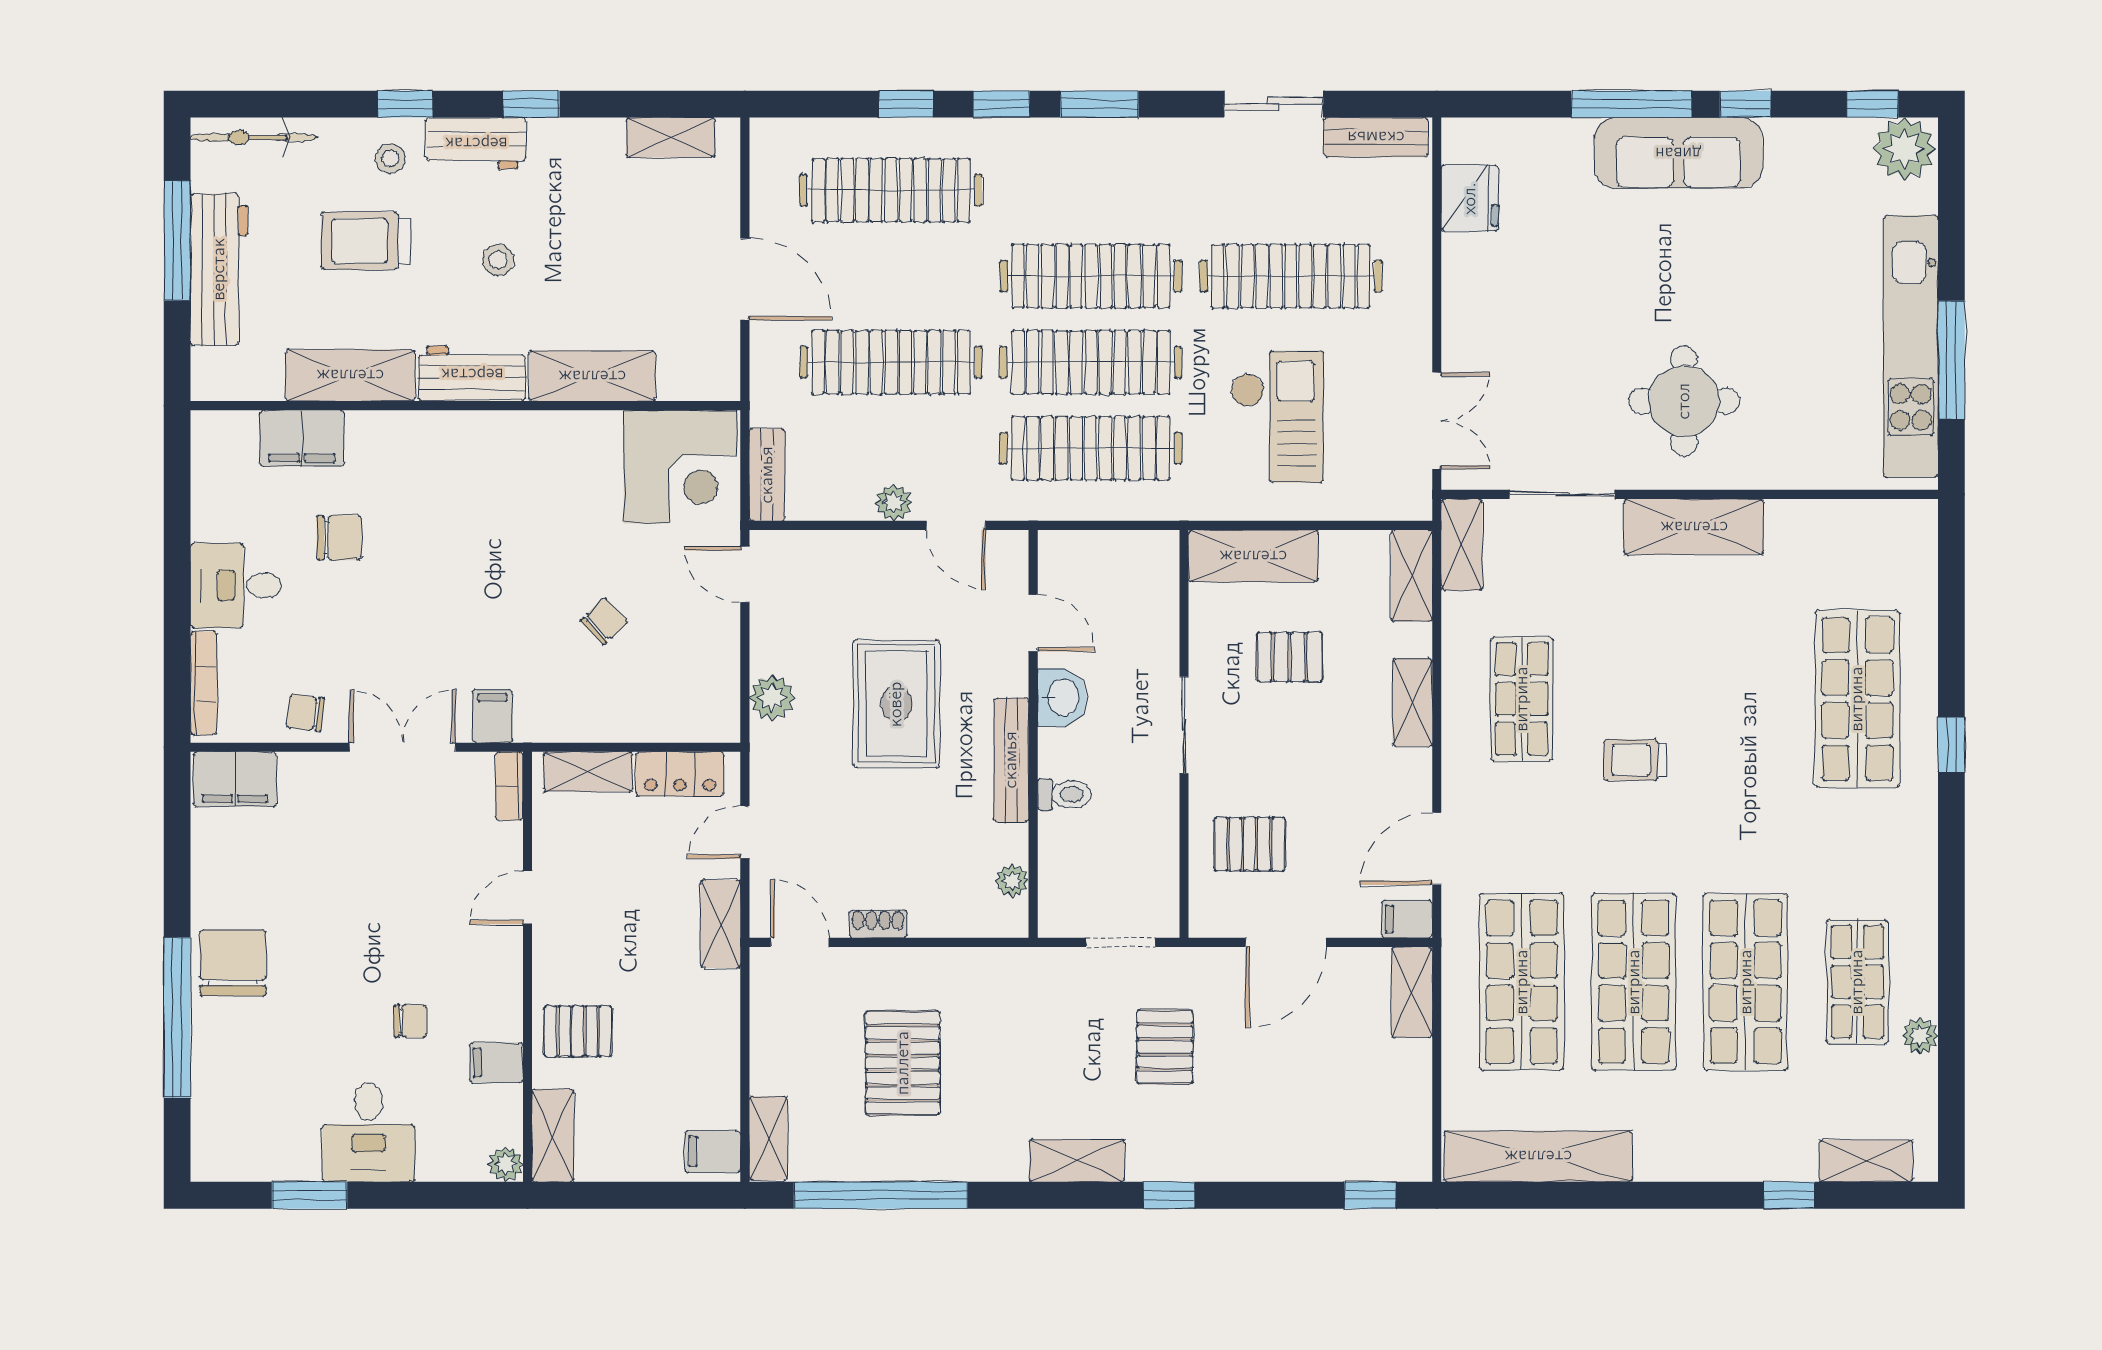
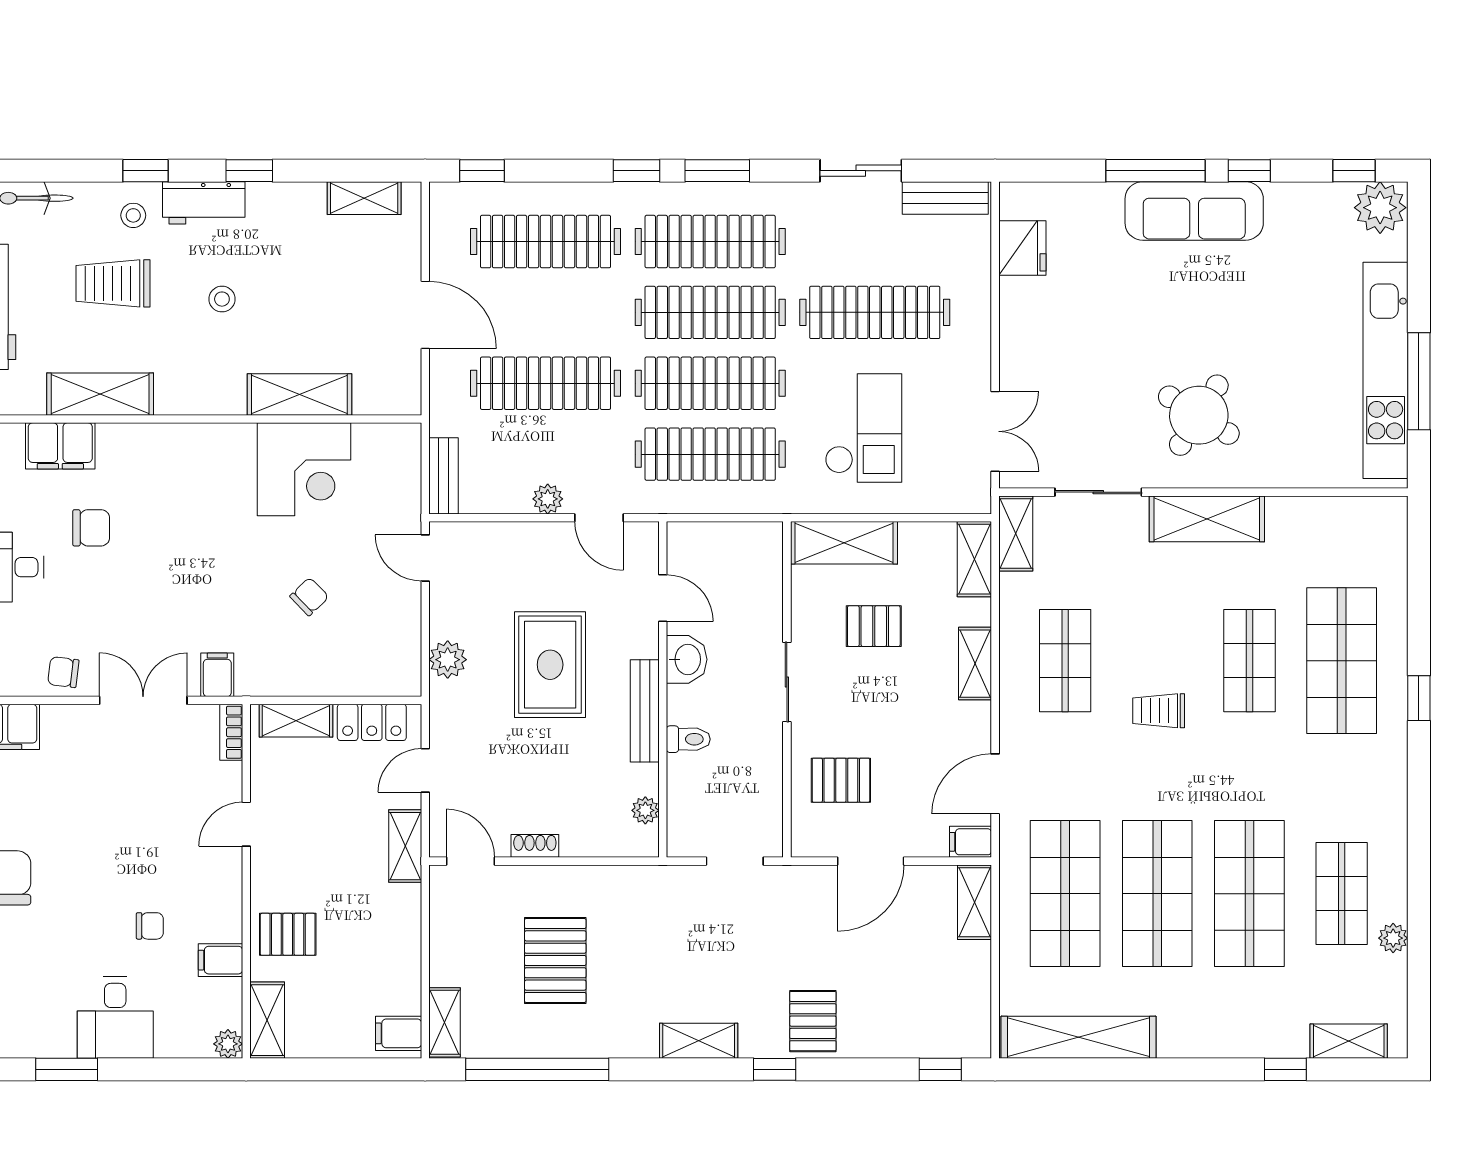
window: (906, 104) -> (482, 171), moved
clothes rail: (1091, 190) -> (710, 242), added
workbench: (472, 374) -> (200, 393), removed
round table: (1684, 401) -> (1199, 415), turned 32
corner desk: (680, 467) -> (304, 469), moved
shop shelf: (1746, 699) -> (1249, 661), added
pallet: (1165, 1047) -> (813, 1021), moved

